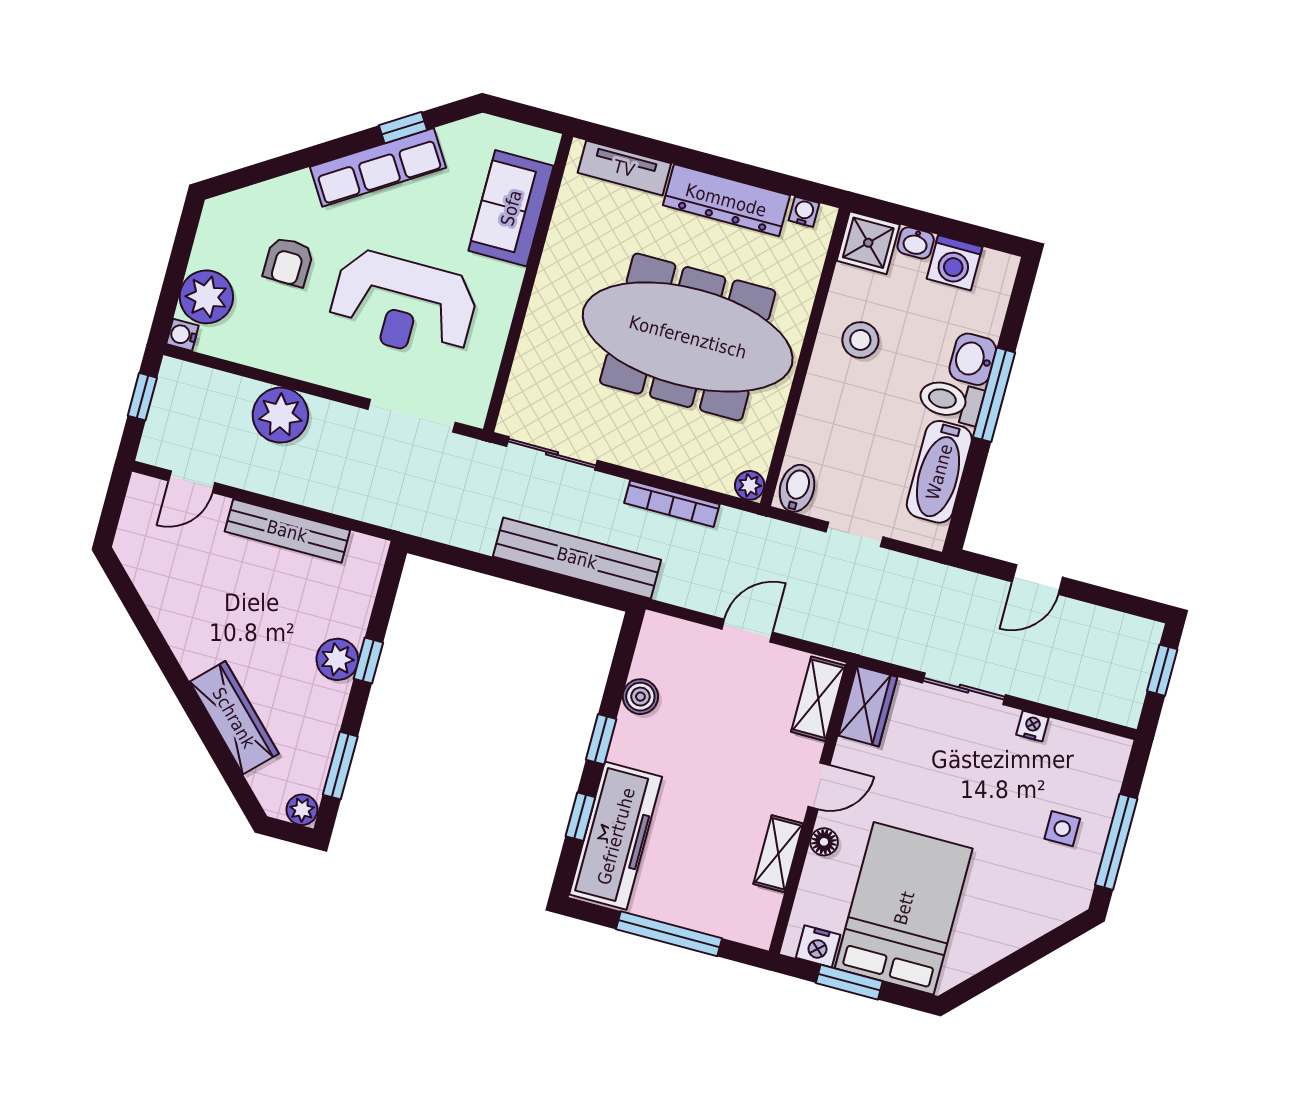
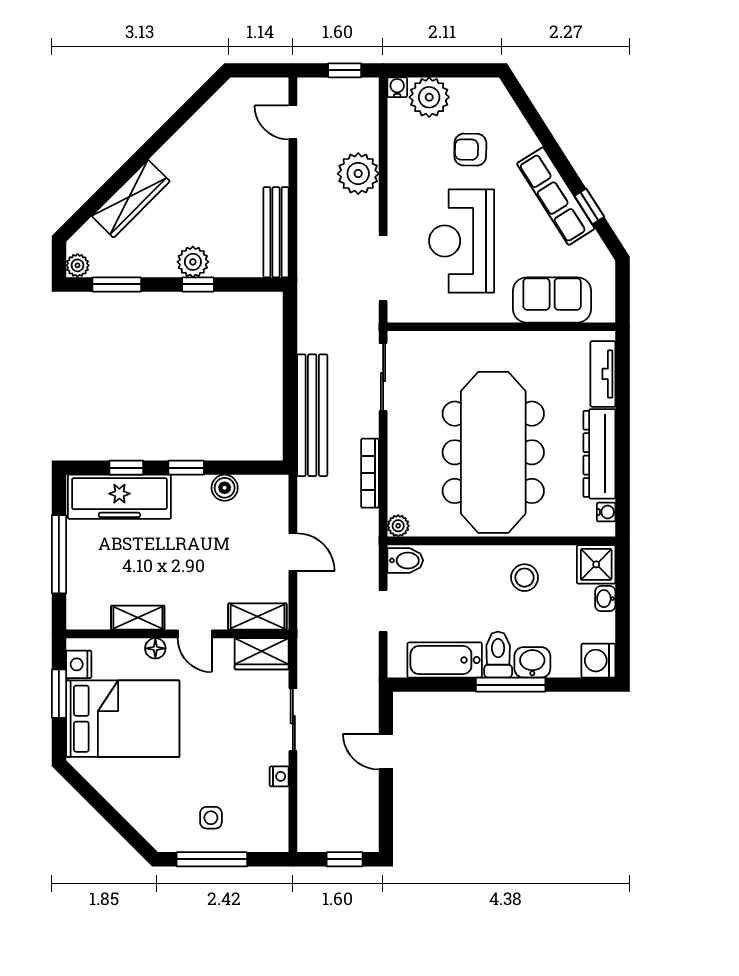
washing machine: (954, 263) -> (598, 661), moved
bench: (287, 531) -> (276, 232), moved

